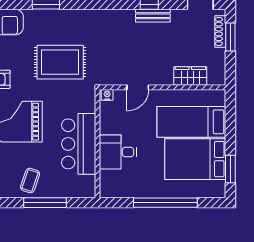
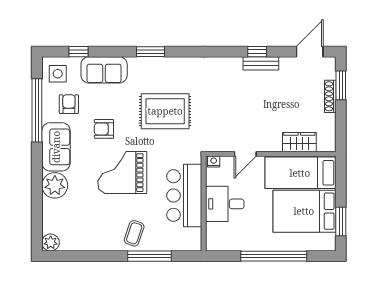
shoe rack: (220, 31) -> (330, 96), moved
wardrobe: (190, 76) -> (299, 142), moved
door: (138, 87) -> (245, 154), moved
wall: (163, 87) -> (271, 154), moved
nightstand: (107, 95) -> (214, 162), moved

